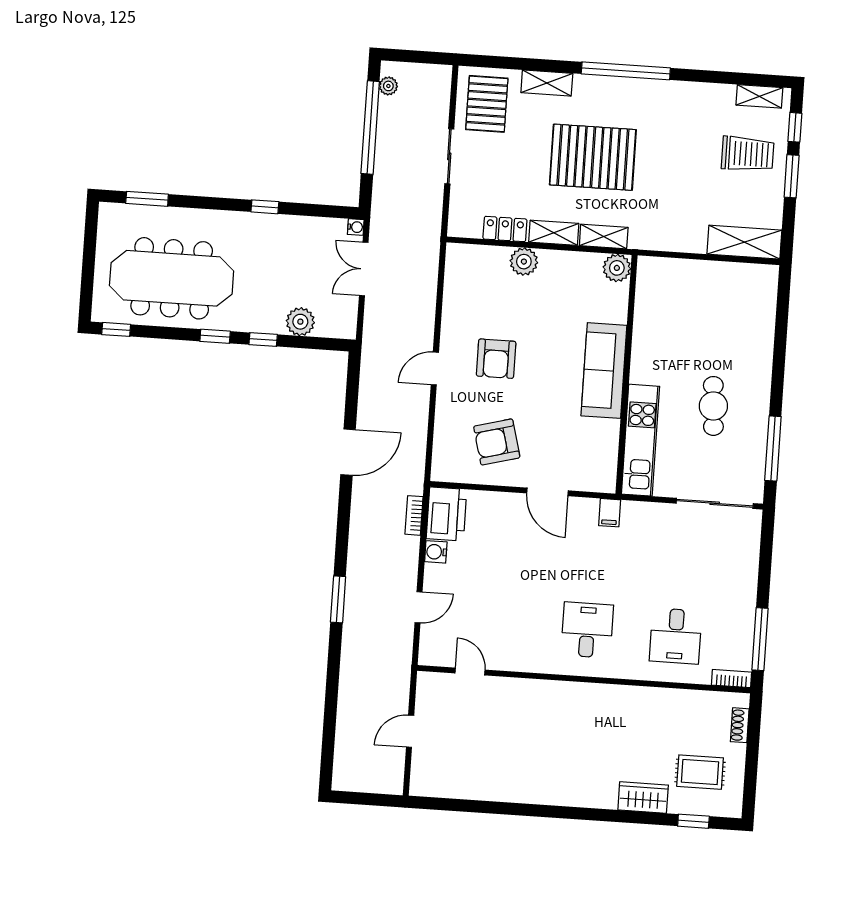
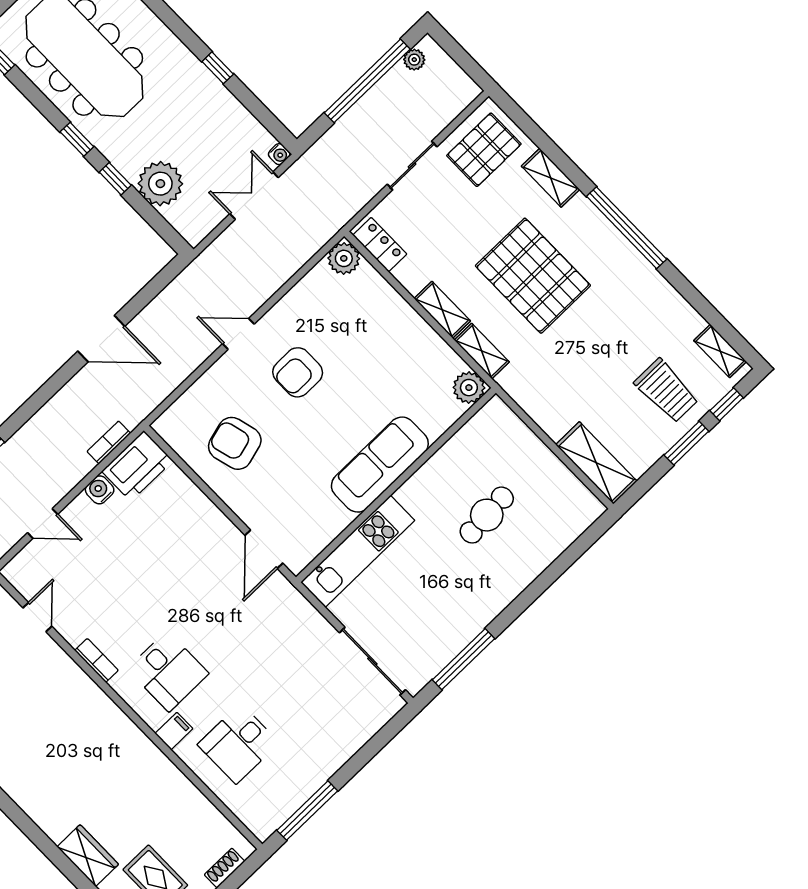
locker: (505, 229) -> (380, 245), moved
plant: (524, 262) -> (344, 258), moved
plant: (300, 322) -> (160, 184), width x1.36, depth x1.36
cafe table: (713, 406) -> (487, 515), moved
door: (548, 492) -> (264, 549), moved
filing cabinet: (610, 513) -> (174, 731), moved, turned 180
desk: (587, 630) -> (168, 671), turned 90
bookcase: (732, 679) -> (96, 660), moved

